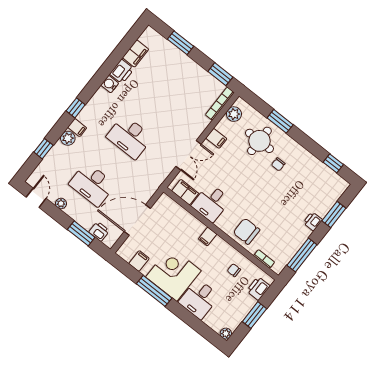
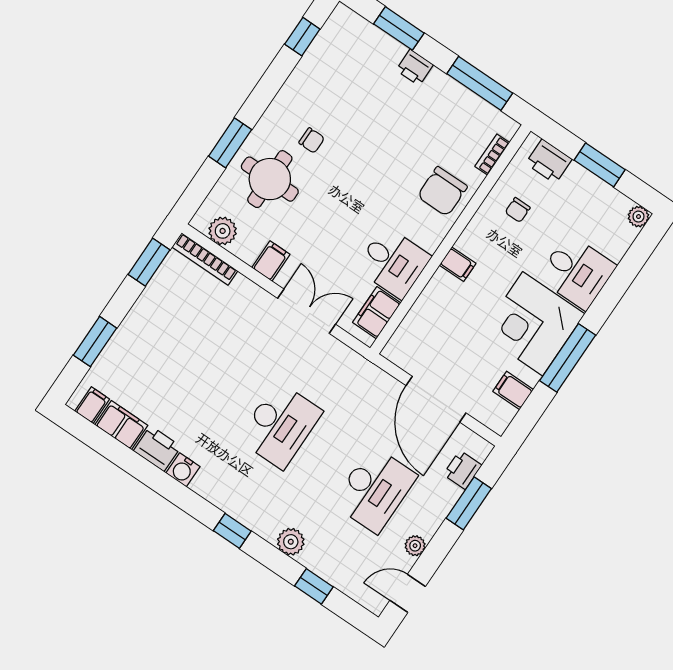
filing cabinet: (77, 128) -> (92, 405), moved

